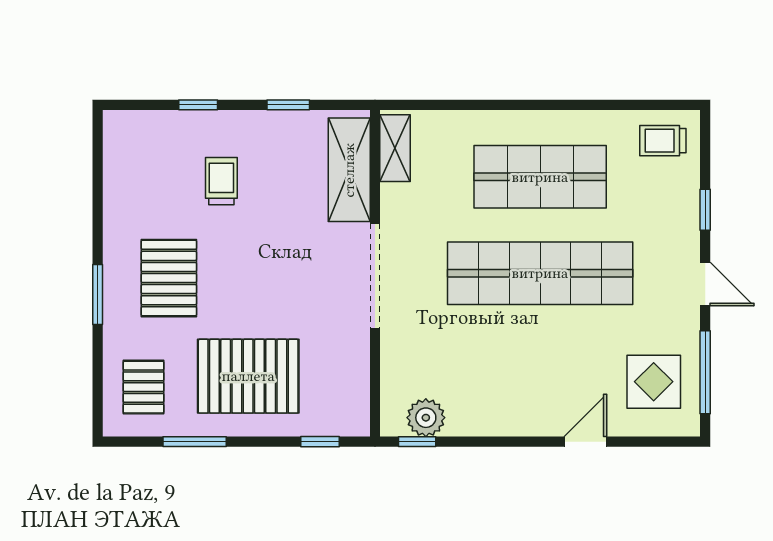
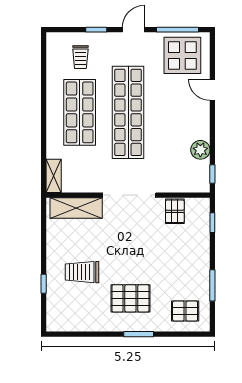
window: (288, 105) -> (44, 239), removed
trolley: (663, 141) -> (80, 57), moved
shelving: (395, 148) -> (54, 176), moved, turned 90
trolley: (221, 181) -> (82, 272), width x1.36, depth x1.39
pallet: (248, 376) -> (175, 211), moved, width x0.49, depth x0.50
display table: (654, 382) -> (182, 55), width x1.36, depth x1.36
plant: (426, 418) -> (200, 150), moved

